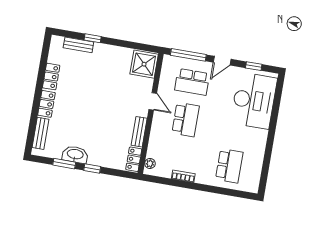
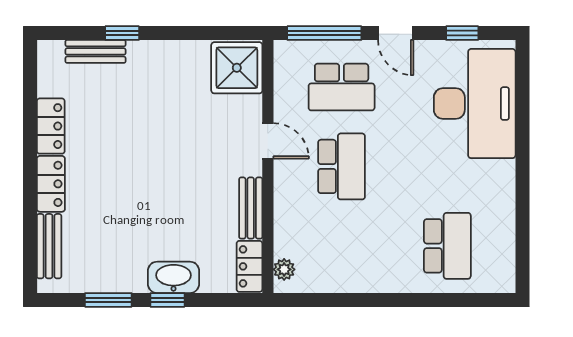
door: (222, 61) -> (396, 33), hinge flipped
washbasin: (75, 154) -> (174, 277), moved
bookcase: (183, 176) -> (357, 284), removed

